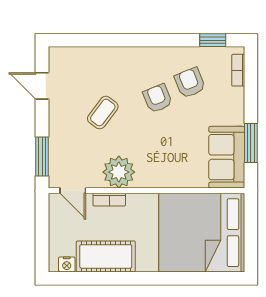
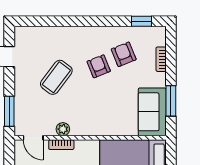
bookcase: (238, 70) -> (161, 59), moved
coffee table: (103, 113) -> (56, 77), width x1.36, depth x1.30
plant: (119, 172) -> (63, 129), width x0.53, depth x0.53

